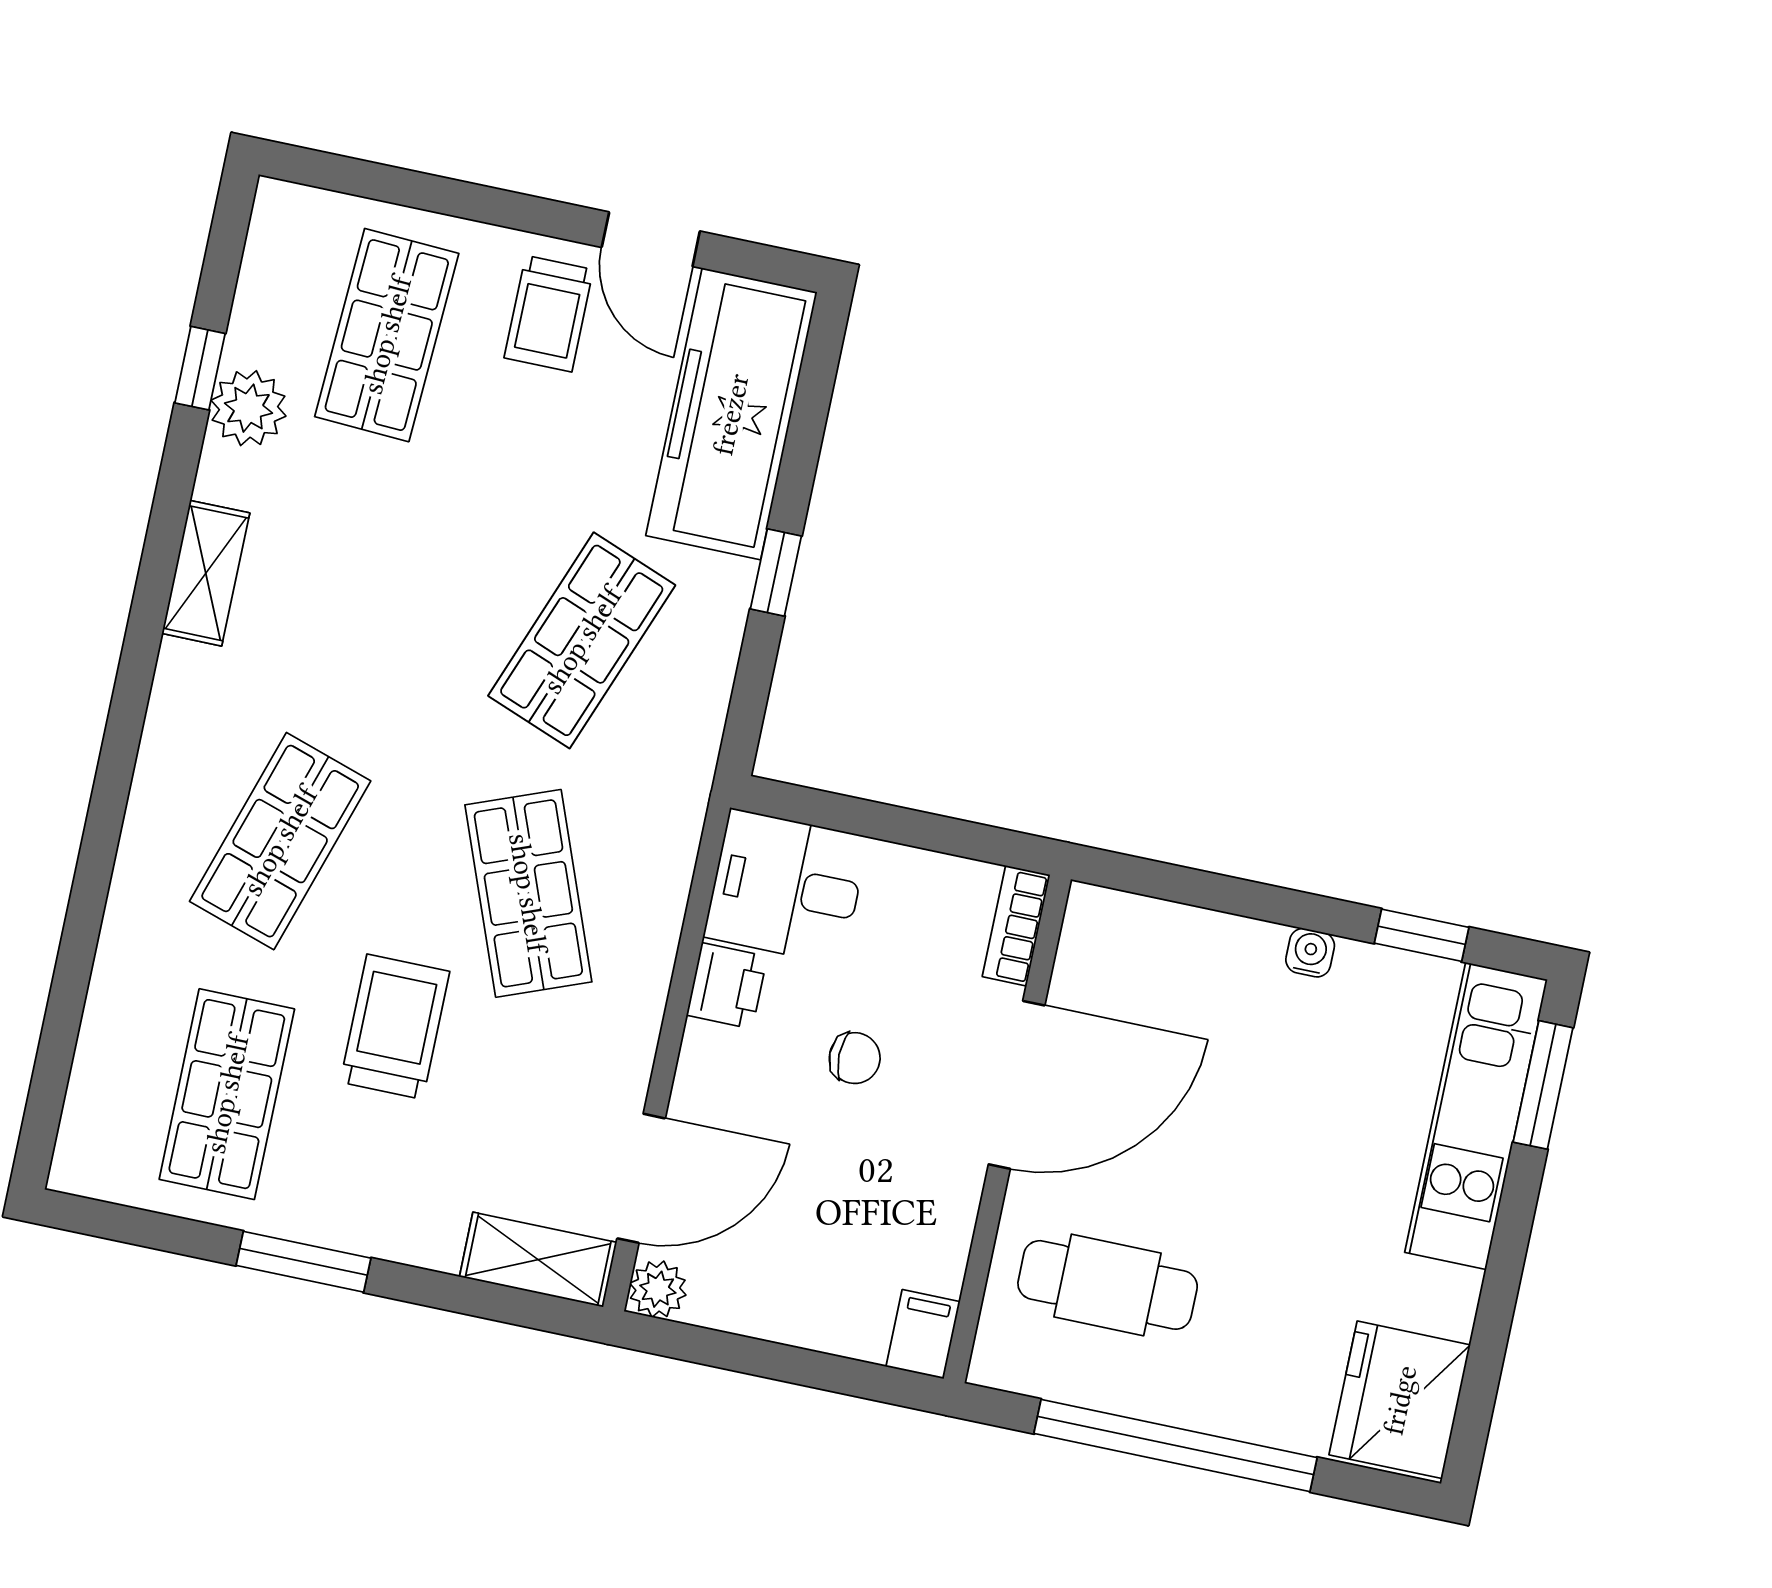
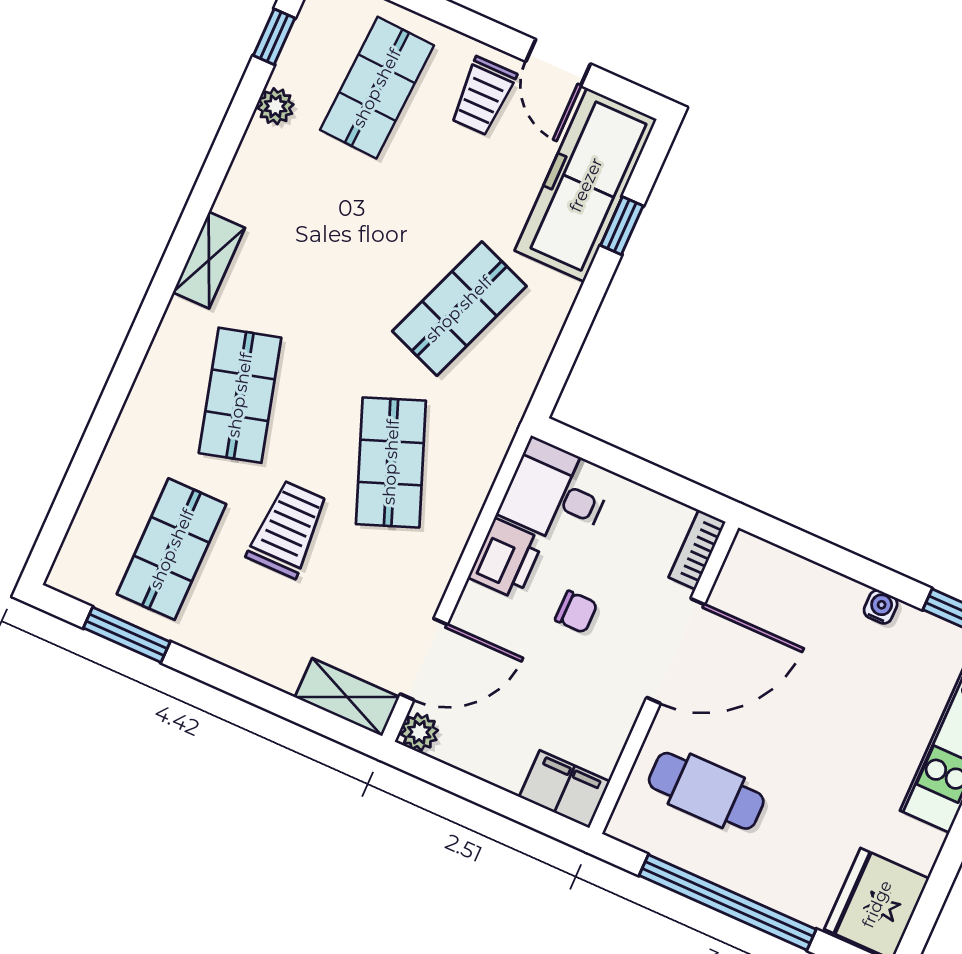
window: (200, 368) -> (274, 37), moved
plant: (248, 408) -> (276, 106), width x0.73, depth x0.73
window: (776, 572) -> (622, 226), moved
shelving: (206, 573) -> (209, 260), moved
shop shelf: (280, 841) -> (240, 395), turned -33
printer: (727, 986) -> (506, 559), width x1.36, depth x1.24
window: (303, 1262) -> (127, 635), moved
filing cabinet: (923, 1334) -> (564, 789), width x2.00

